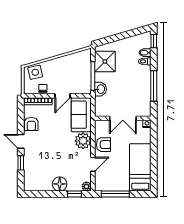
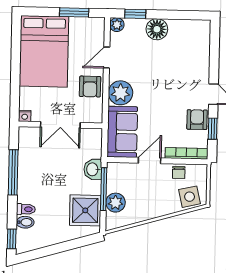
plant: (85, 67) -> (115, 203), added
double door: (123, 118) -> (60, 125), swing flipped
armchair: (104, 145) -> (90, 87), turned -90
window: (21, 163) -> (213, 129), moved
bed: (140, 167) -> (44, 51), width x1.50
window: (115, 194) -> (74, 12), width x0.69

